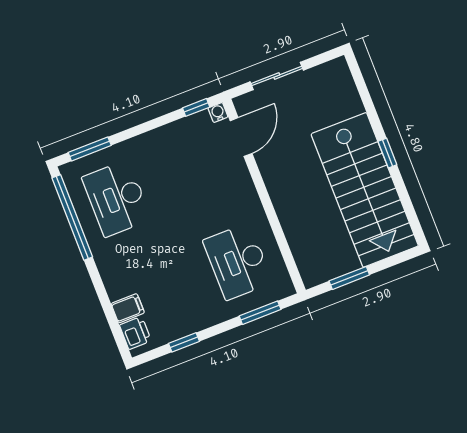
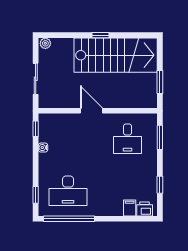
plant: (340, 69) -> (45, 43), added
water cooler: (218, 112) -> (43, 148), moved
door: (241, 137) -> (92, 111), moved
window: (90, 149) -> (36, 195), width x0.67
desk: (238, 261) -> (127, 139), width x0.73

